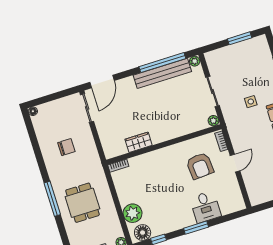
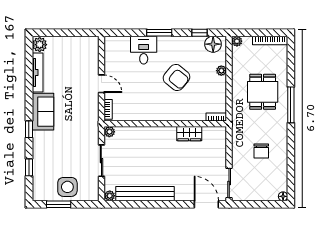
window: (162, 63) -> (142, 204), removed
door: (102, 81) -> (206, 204), hinge flipped
side table: (251, 102) -> (67, 187), moved, width x1.87, depth x1.87
chair: (66, 147) -> (261, 151), turned -90
door: (235, 163) -> (101, 84), swing flipped
armchair: (200, 166) -> (177, 77), moved, turned 133
plant: (133, 213) -> (221, 71), width x0.53, depth x0.53

